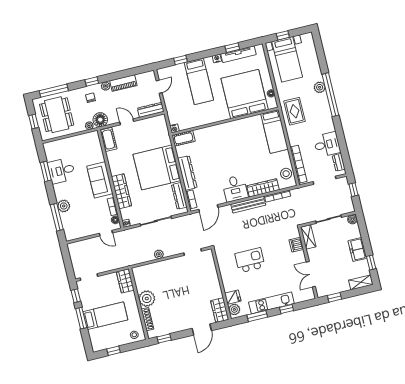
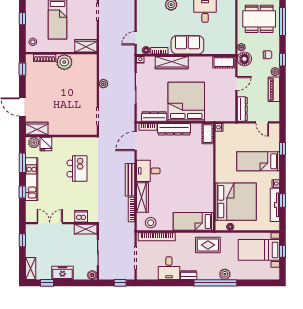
dresser: (339, 162) -> (189, 275), moved
door: (208, 208) -> (136, 141), hinge flipped

